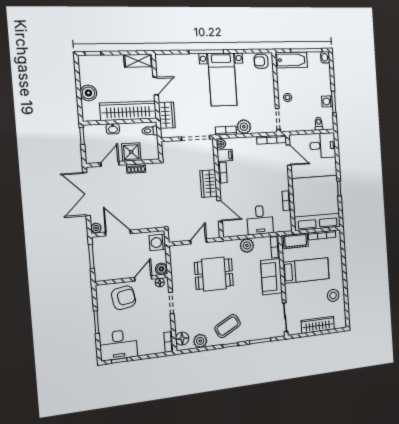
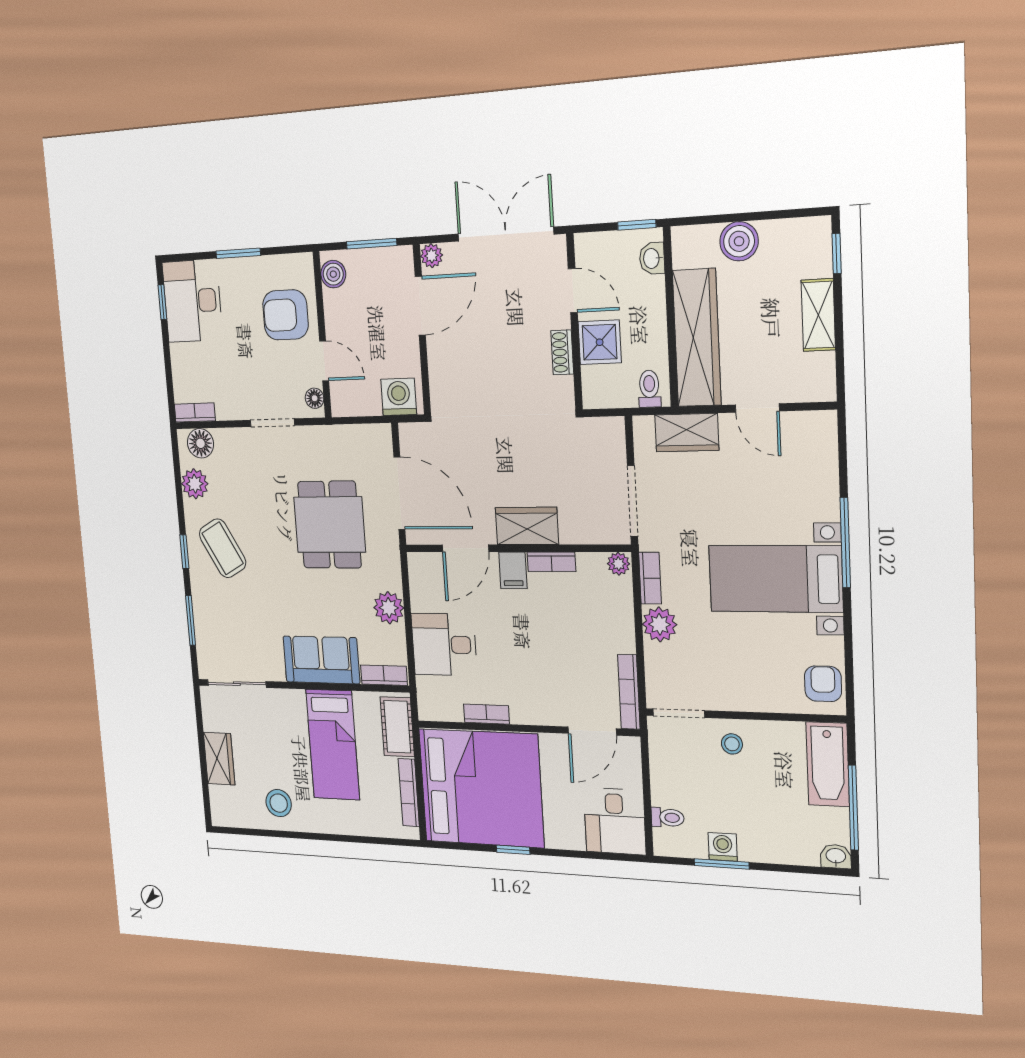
shelving: (138, 61) -> (818, 315), moved
washbasin: (113, 129) -> (652, 258), moved
filing cabinet: (225, 155) -> (513, 570), moved
door: (199, 241) -> (399, 493), width x1.87
boiler: (161, 269) -> (333, 274), moved
armchair: (124, 298) -> (285, 315), turned 100
wardrobe: (318, 325) -> (219, 759), width x0.67

